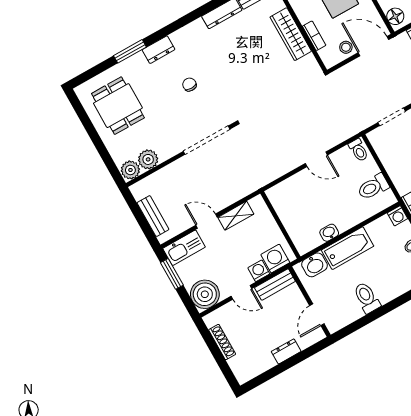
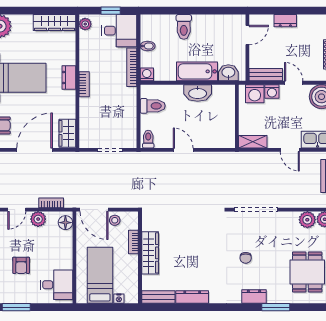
shelving: (236, 216) -> (253, 142), moved
washbasin: (329, 233) -> (198, 93), width x1.91, depth x1.45
toilet: (367, 298) -> (184, 27), moved

